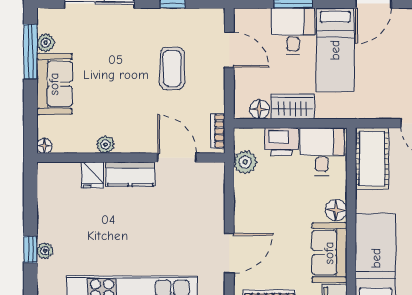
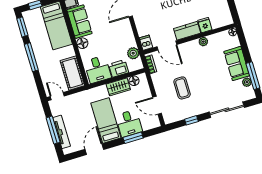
dishwasher: (215, 175) -> (146, 43), added

